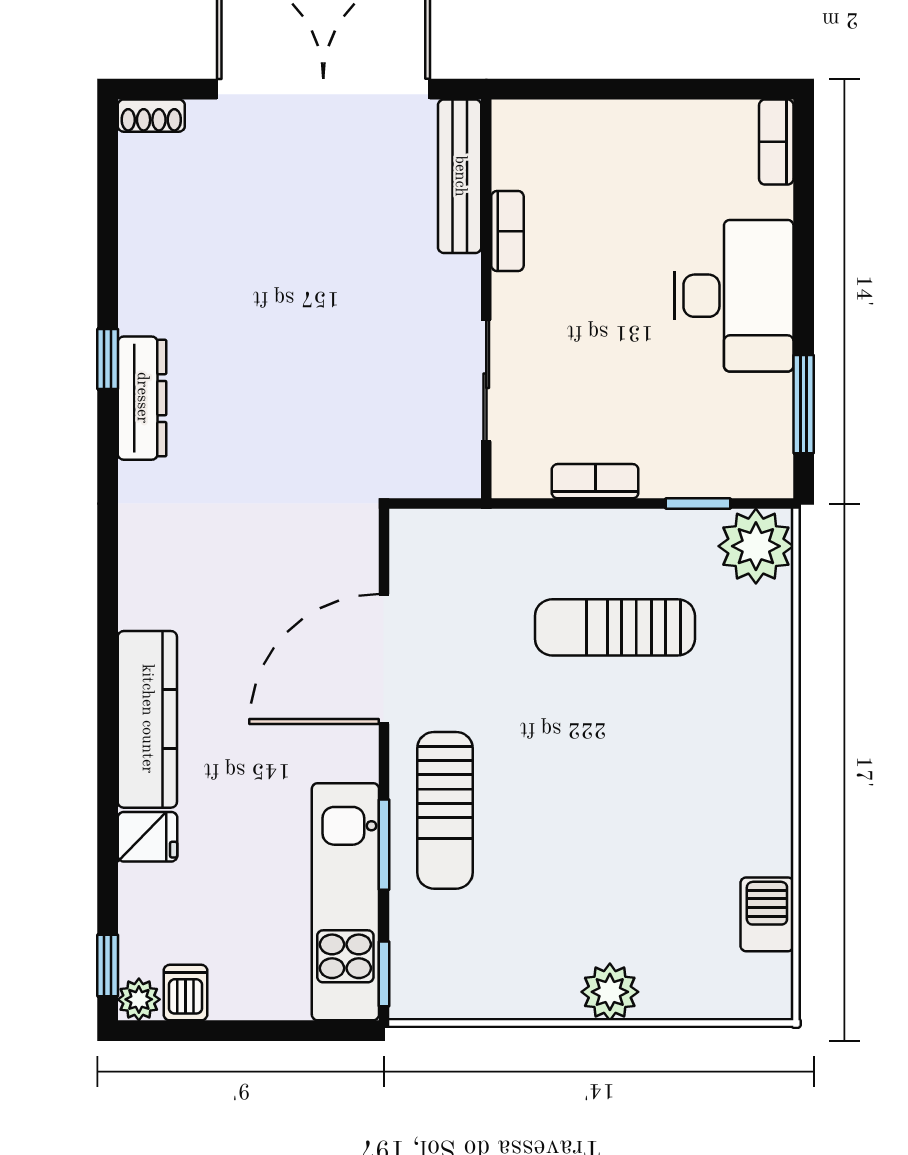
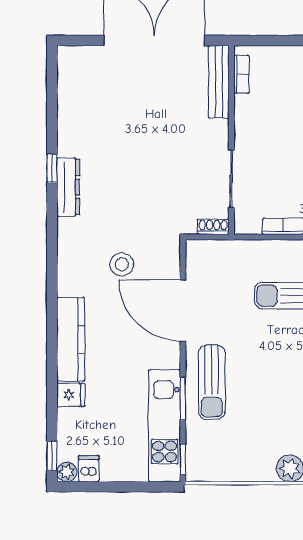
shoe rack: (151, 116) -> (213, 227), moved, turned 180
bookcase: (507, 231) -> (241, 74), moved
stool: (255, 562) -> (122, 264), added
door: (384, 659) -> (183, 311), hinge flipped

